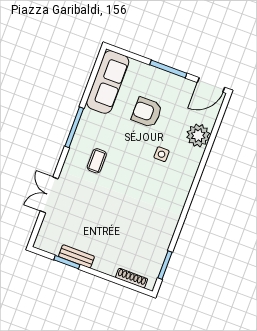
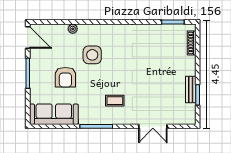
plant: (198, 135) -> (73, 29), width x0.53, depth x0.53
side table: (162, 154) -> (92, 55), width x1.87, depth x1.87

